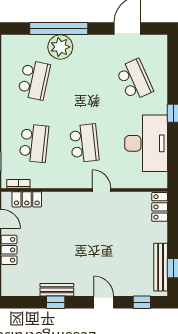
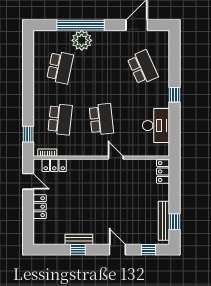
desk: (146, 143) -> (156, 126), width x0.73, depth x0.77

